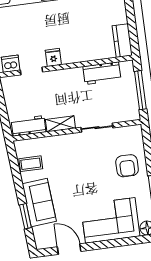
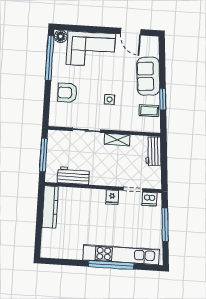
kitchen counter: (122, 41) -> (50, 207), width x1.50
workbench: (29, 126) -> (153, 151), moved, turned 85
armchair: (127, 166) -> (67, 93), turned -90
side table: (78, 168) -> (109, 99), added
window: (25, 216) -> (163, 99), moved

